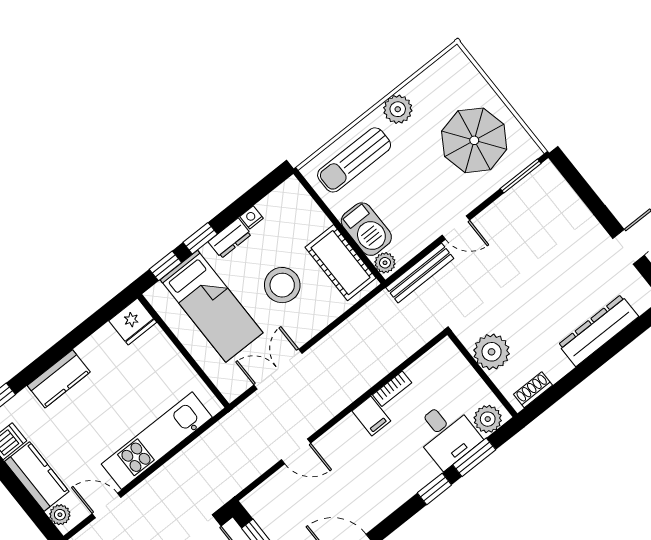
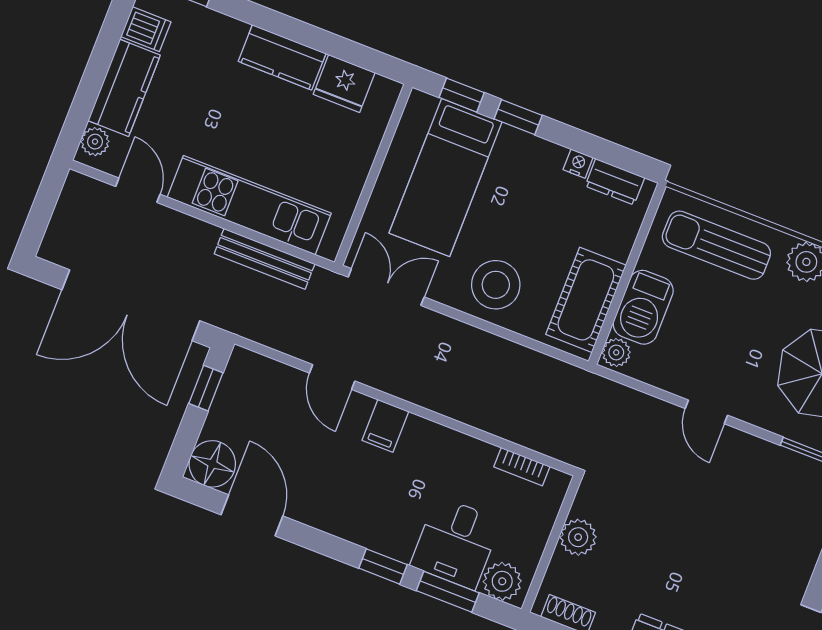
dresser: (230, 238) -> (615, 182), moved
bench: (420, 273) -> (265, 259), moved
stool: (282, 285) -> (496, 285), moved
fridge: (133, 322) -> (344, 83), moved
plant: (492, 352) -> (578, 537), width x0.73, depth x0.73
double door: (278, 369) -> (386, 287), moved
kitchen counter: (59, 379) -> (282, 57), moved
bookcase: (392, 389) -> (522, 467), moved
filing cabinet: (371, 416) -> (385, 426), moved

